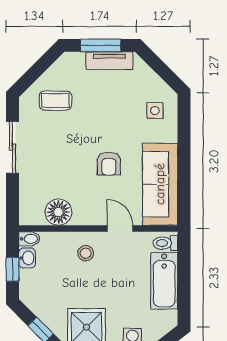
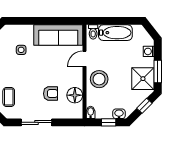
side table: (155, 111) -> (21, 50), moved
armchair: (109, 164) -> (51, 94), moved
stool: (86, 253) -> (99, 79), width x1.89, depth x1.89
washbasin: (27, 258) -> (119, 114), moved

